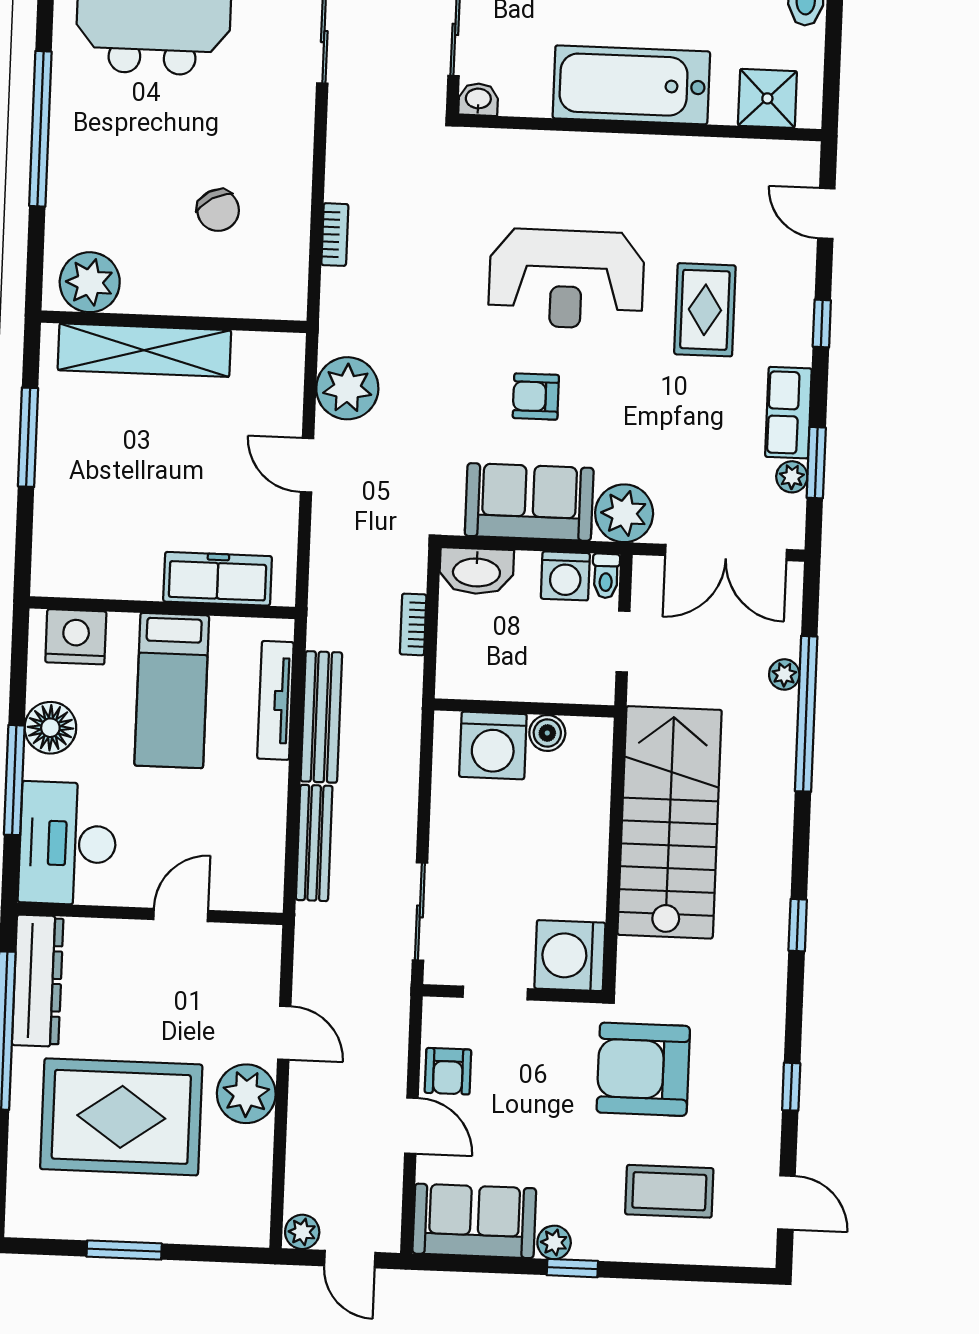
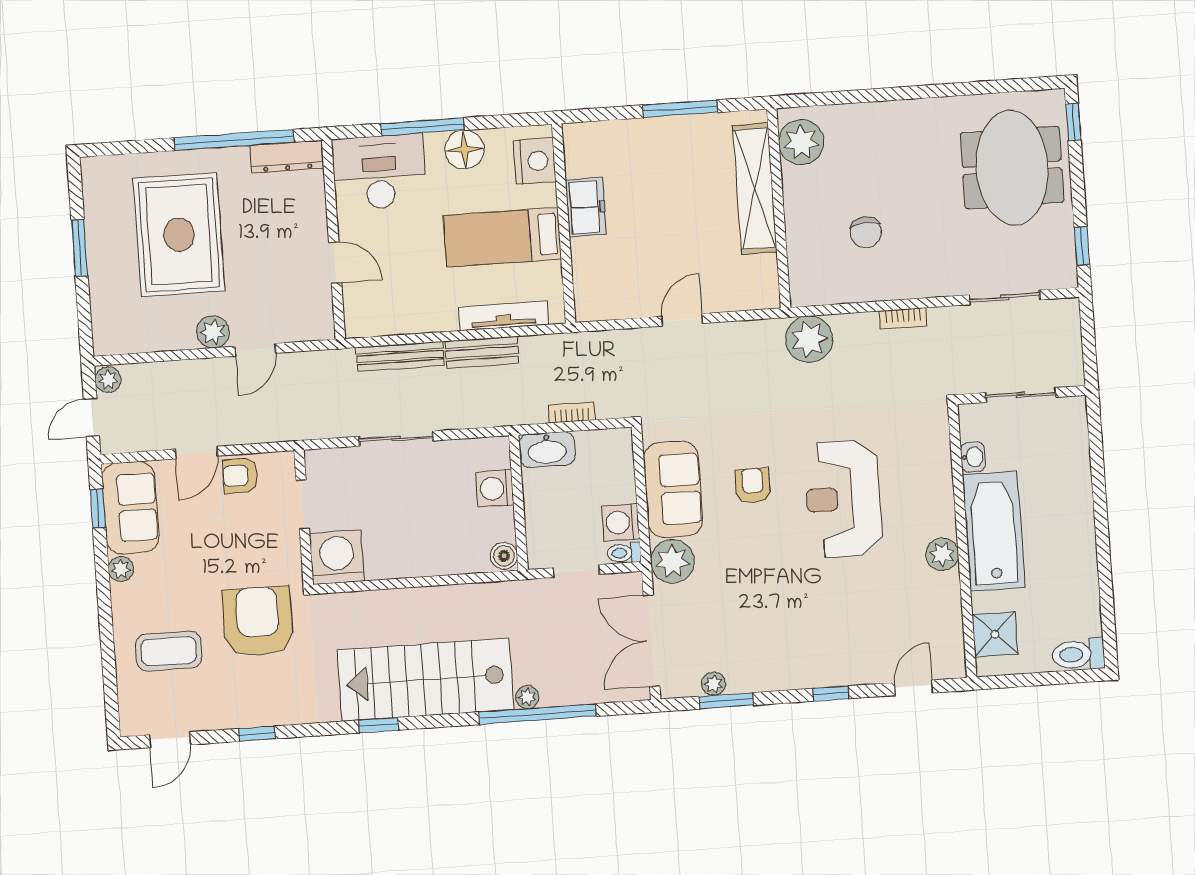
washbasin: (478, 99) -> (973, 457), moved
window: (40, 129) -> (912, 93), removed
plant: (654, 156) -> (942, 554), added
chair: (218, 210) -> (866, 232), turned -65
bookcase: (335, 235) -> (903, 318), moved
rug: (705, 310) -> (831, 605), removed
plant: (347, 388) -> (809, 339), moved
row of seats: (788, 413) -> (761, 676), removed
washbasin: (477, 571) -> (547, 450), moved, turned -90
freezer: (218, 579) -> (586, 207), moved, width x0.71
plant: (784, 674) -> (527, 697), moved
bench: (321, 717) -> (482, 352), width x0.73
boiler: (547, 733) -> (504, 556), moved
washing machine: (493, 746) -> (495, 488), width x0.73, depth x0.73
stairs: (670, 822) -> (426, 680), moved, turned 180
sliding door: (420, 911) -> (396, 439), moved
dresser: (38, 981) -> (287, 157), width x0.73, depth x0.80
plant: (246, 1094) -> (213, 332), width x0.73, depth x0.73
coffee table: (669, 1191) -> (169, 651), turned 90
window: (572, 1268) -> (98, 508), moved

